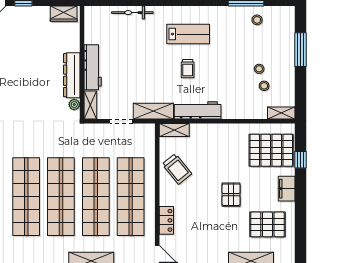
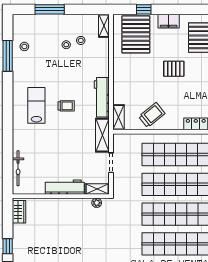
bicycle: (132, 13) -> (18, 168), moved
dresser: (72, 75) -> (72, 205), removed

